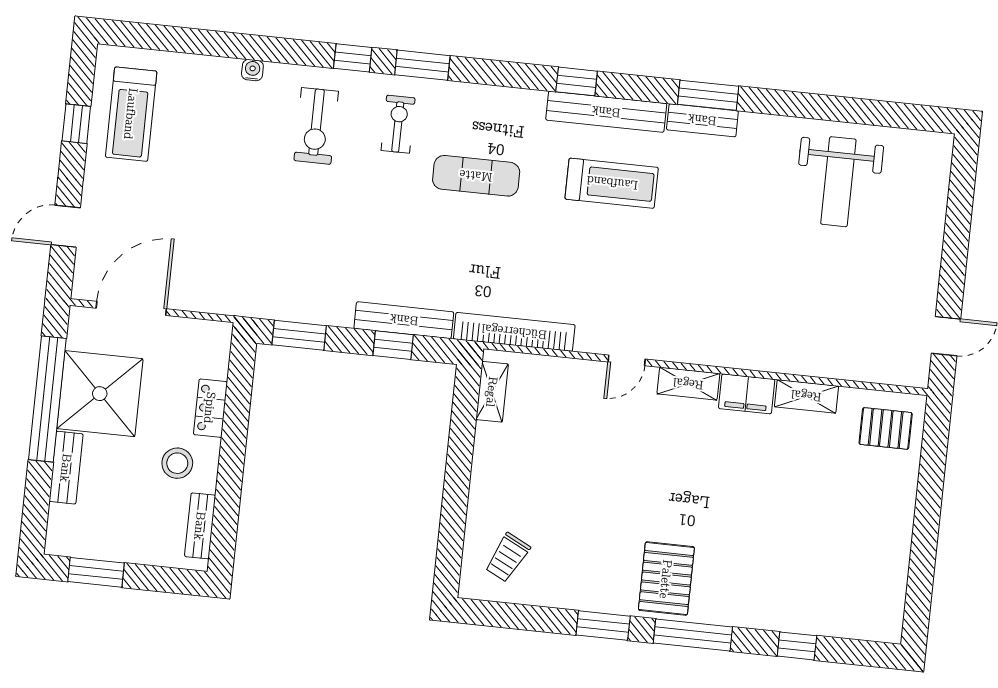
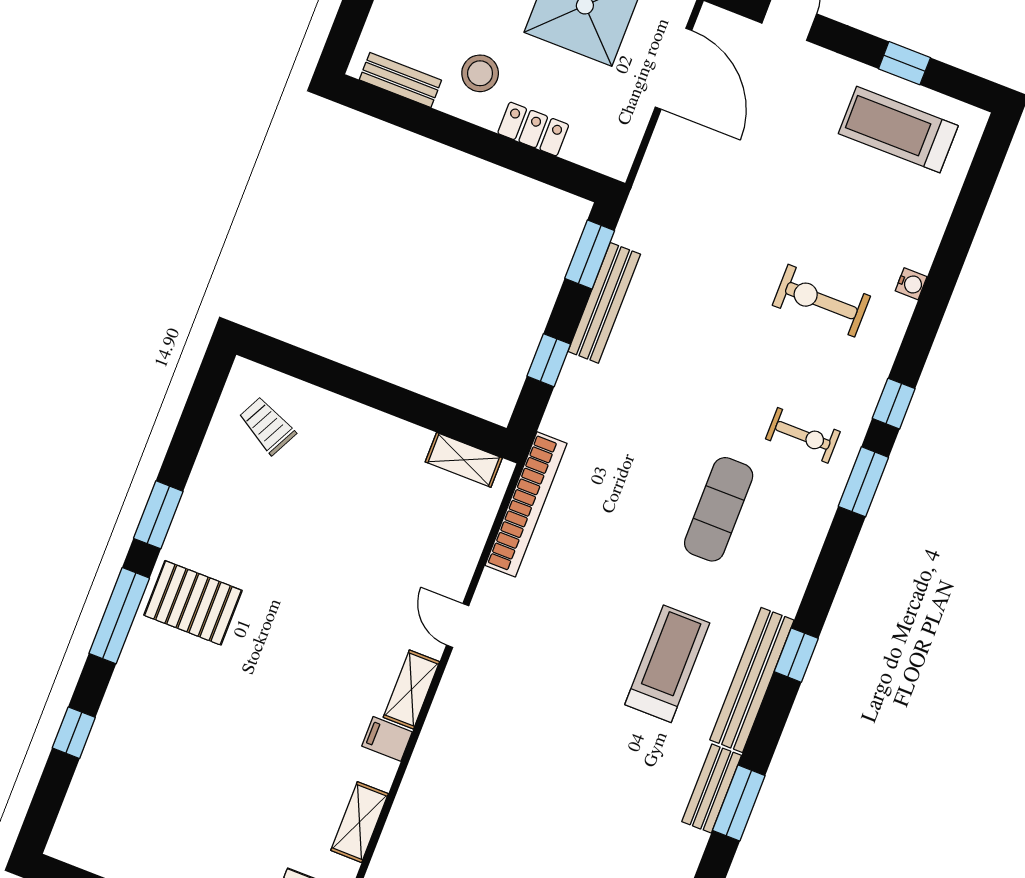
exercise bike: (316, 126) -> (821, 301), moved
treadmill: (612, 183) -> (667, 664), turned 180
bench: (404, 320) -> (604, 303), moved
filing cabinet: (747, 394) -> (387, 739), width x0.50

